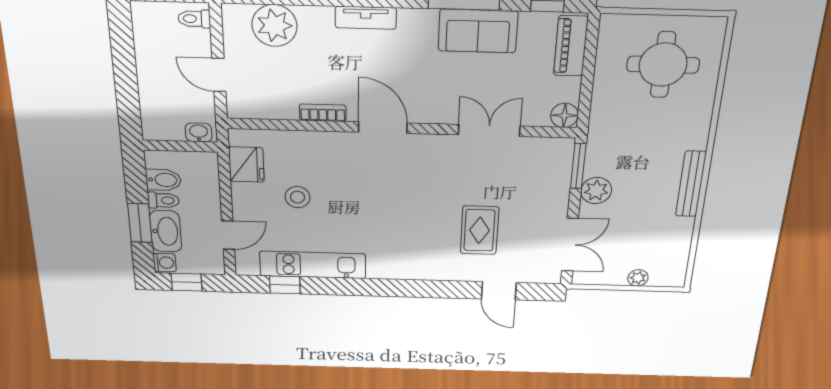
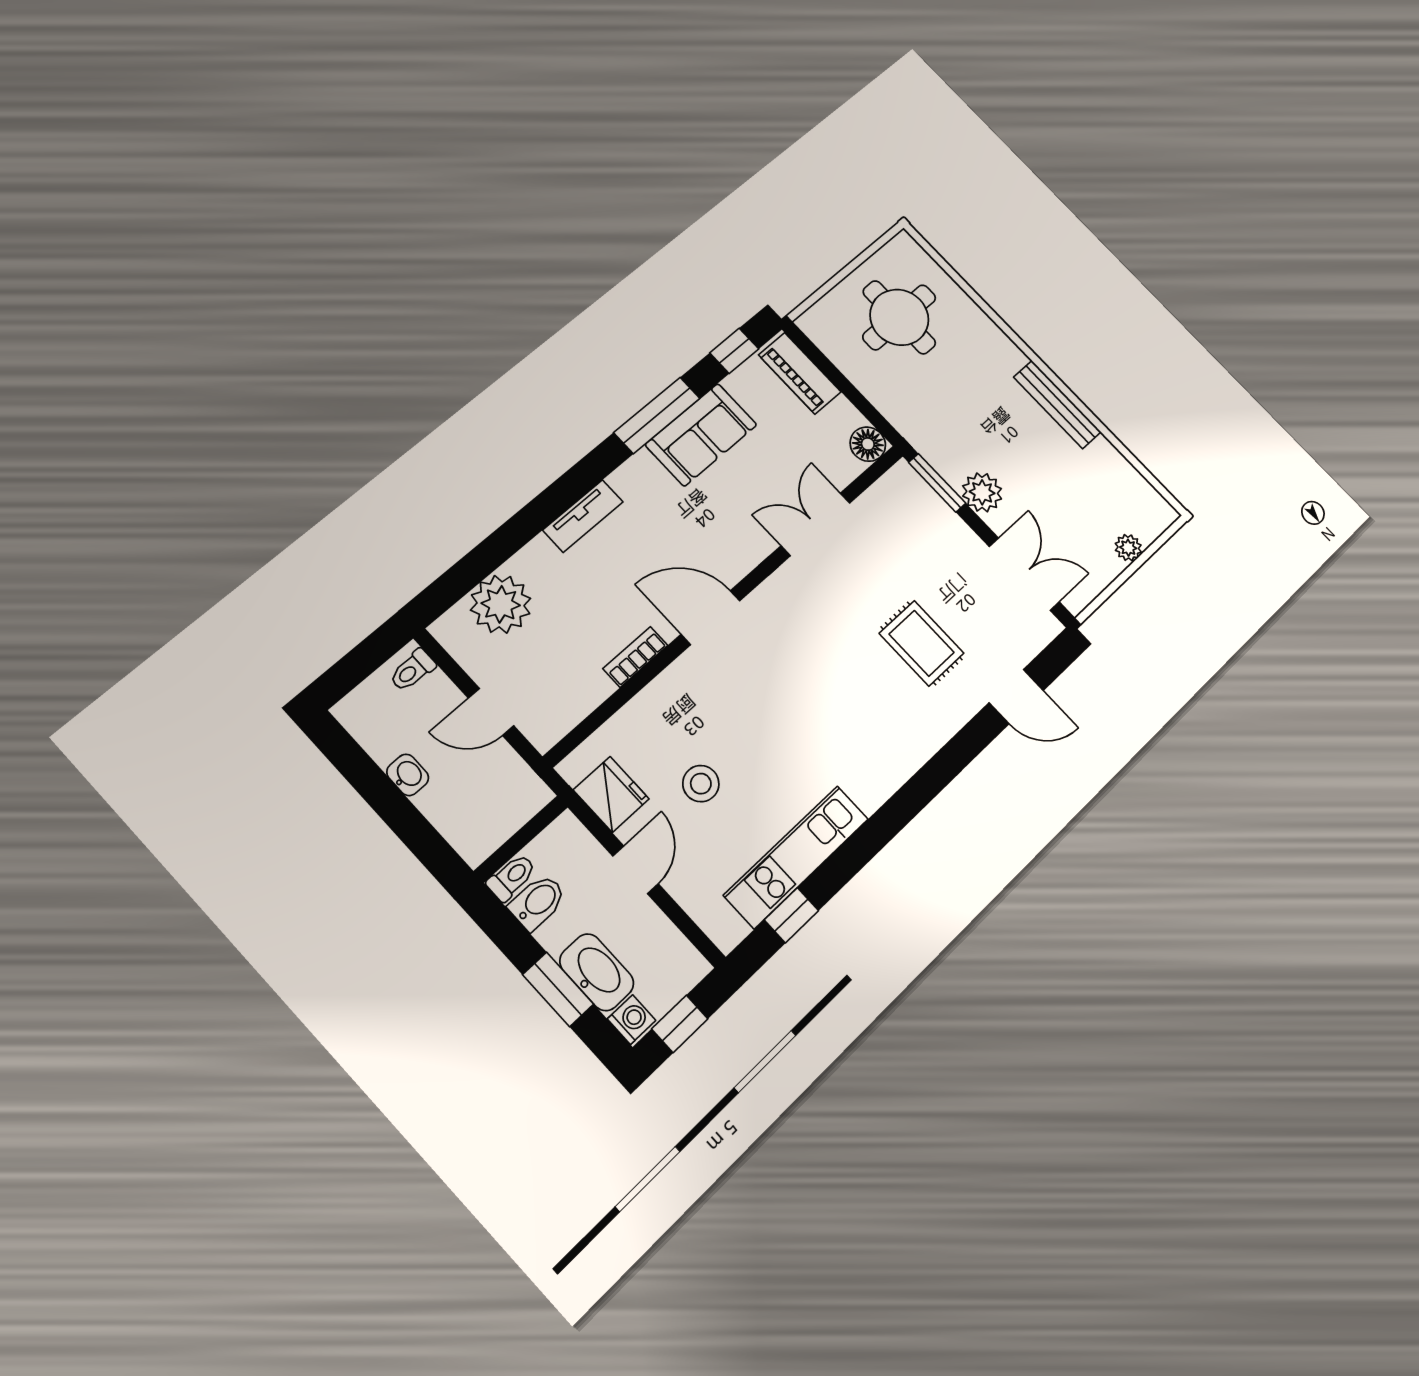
washbasin: (199, 132) -> (408, 775), moved, turned 90
toilet: (163, 200) -> (512, 877), moved
door: (228, 235) -> (636, 870), moved

